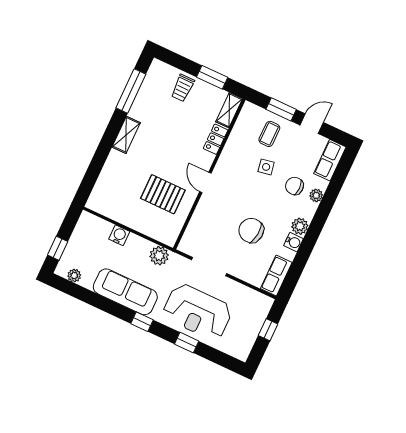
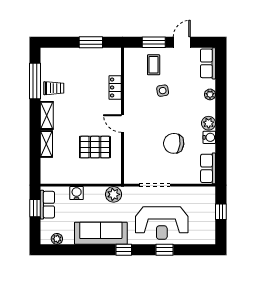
trolley: (183, 88) -> (54, 88), moved, turned -90
shelving: (229, 110) -> (46, 144), moved
chair: (294, 186) -> (191, 95), removed
row of seats: (81, 233) -> (47, 205), added
window: (58, 248) -> (35, 208), moved

